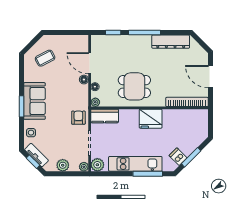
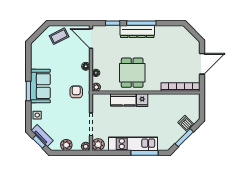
dresser: (171, 42) -> (137, 32), moved
coffee table: (45, 58) -> (59, 36), moved
door: (90, 63) -> (91, 39), moved
door: (210, 77) -> (202, 64), swing flipped
dining table: (134, 86) -> (132, 73), turned 90
kitchen counter: (105, 116) -> (123, 100), moved
armchair: (78, 118) -> (76, 92), moved
fridge: (151, 119) -> (142, 100), width x0.53, depth x0.75
dishwasher: (178, 157) -> (186, 123), moved

